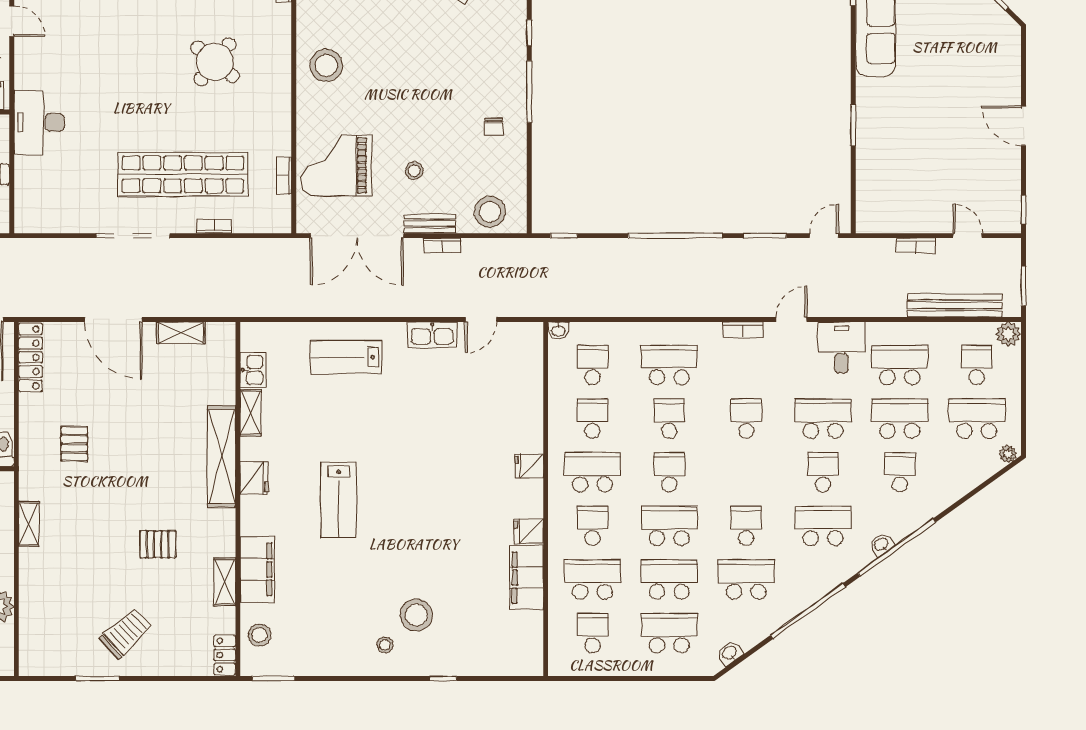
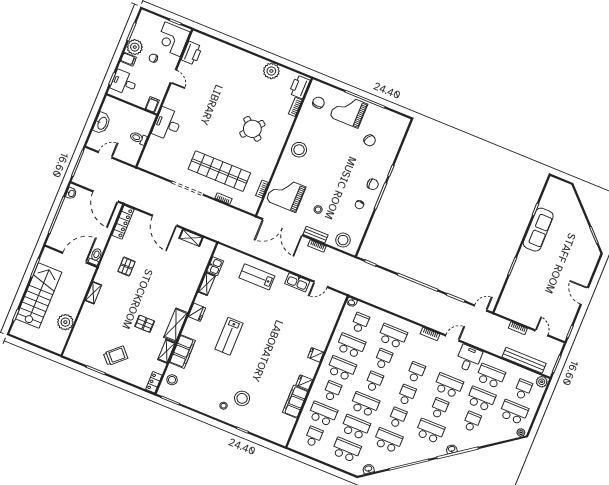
chair: (504, 75) -> (373, 184), added
school desk: (592, 419) -> (351, 346), width x1.85
shelving: (222, 457) -> (176, 325), moved, width x0.68
school desk: (746, 472) -> (407, 395), added

